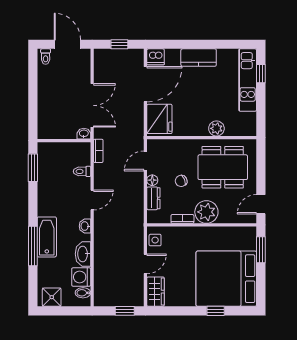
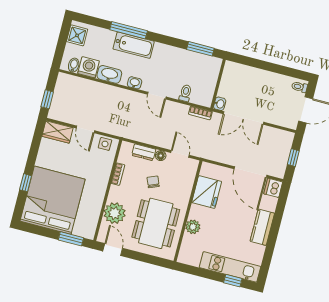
fridge: (159, 119) -> (207, 192), moved, turned -90
plant: (206, 212) -> (115, 213), moved

